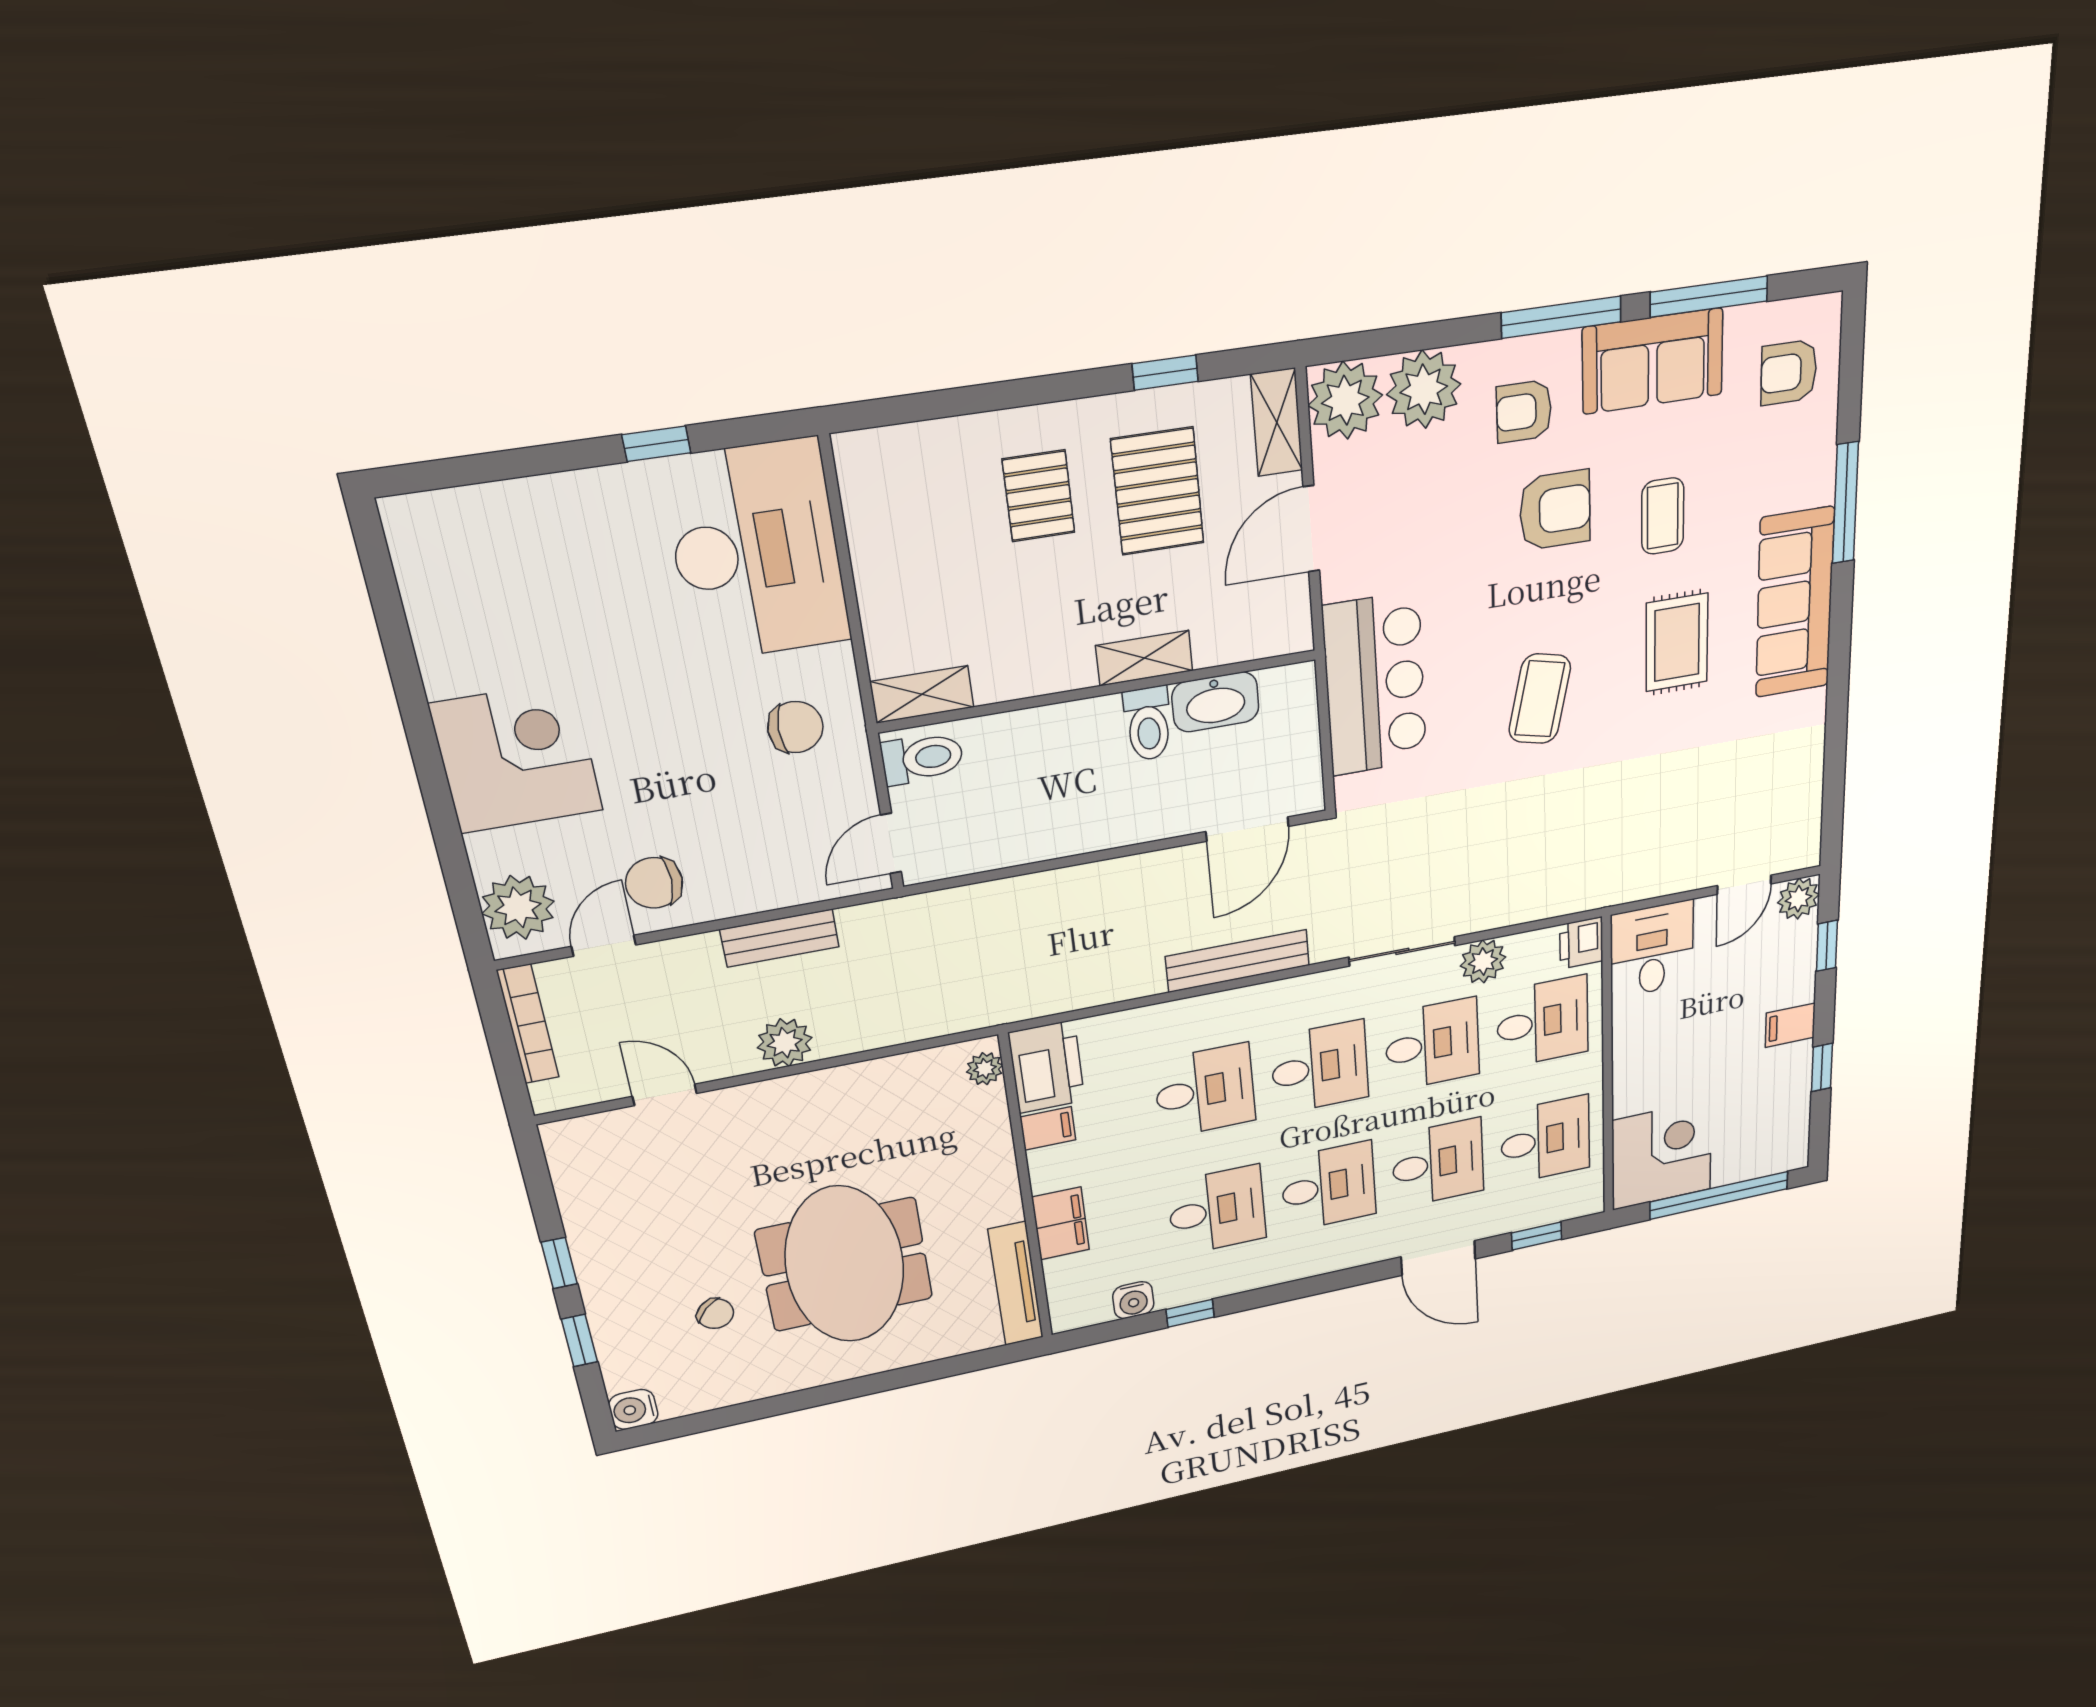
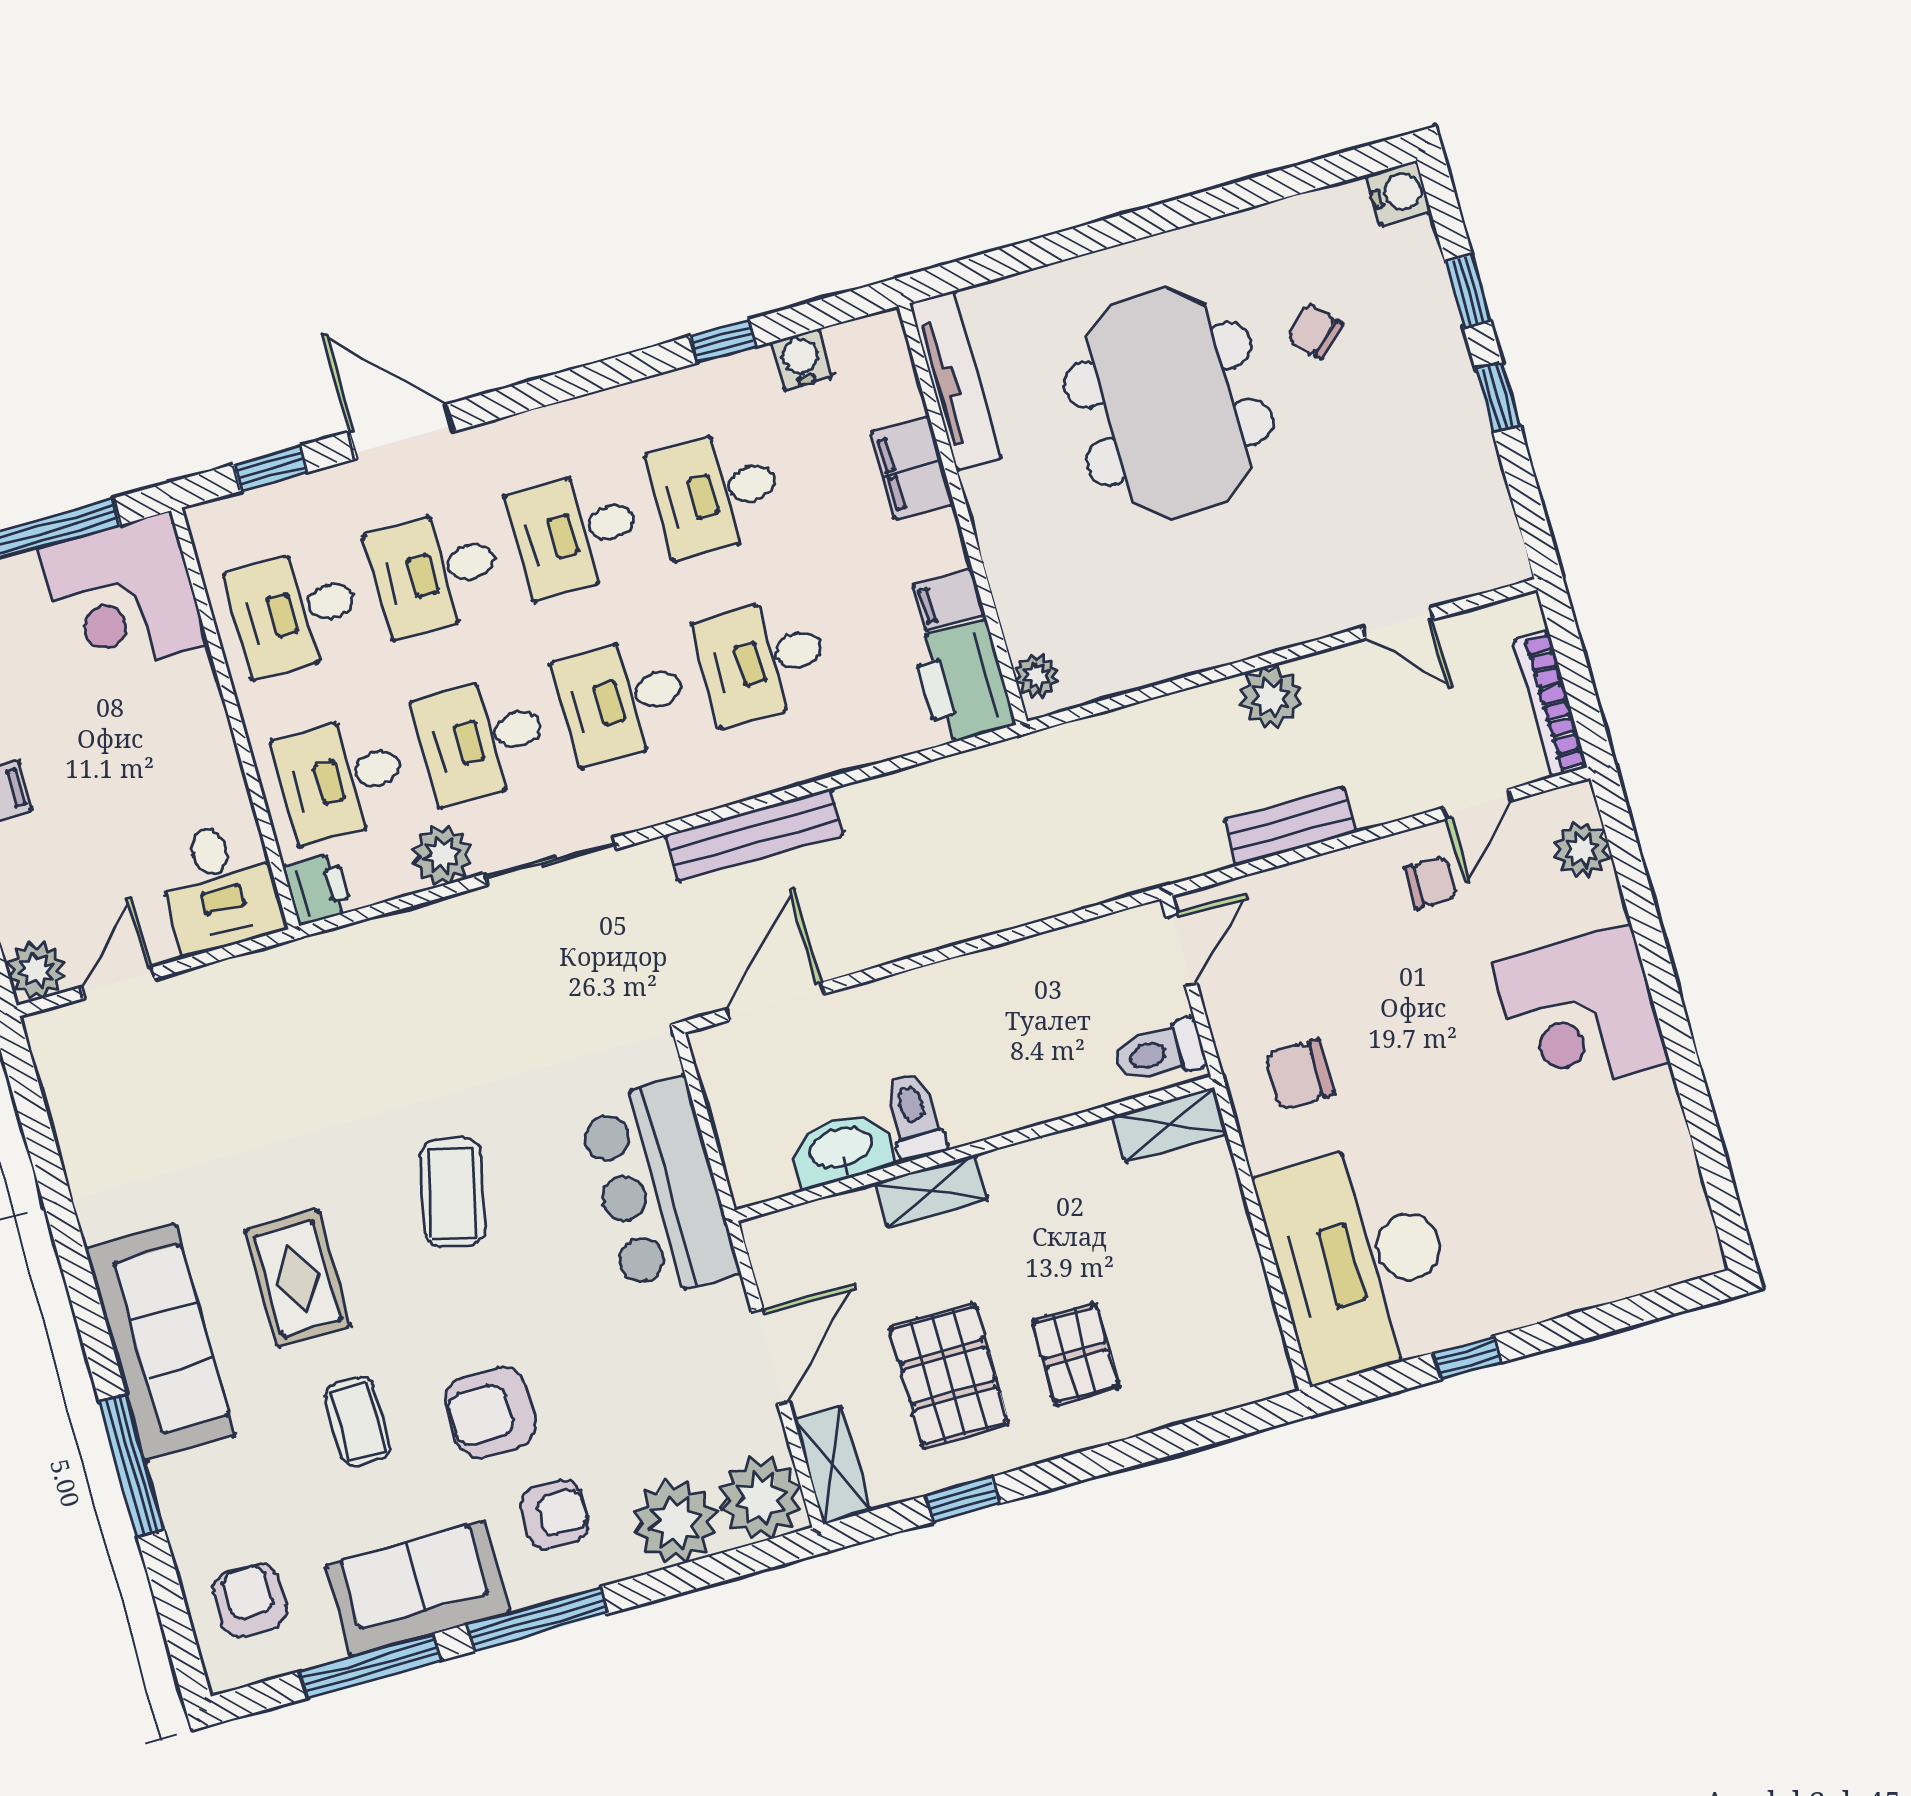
armchair: (1789, 372) -> (250, 1600), turned -90
chair: (654, 883) -> (1431, 882), width x0.73, depth x0.73
plant: (518, 907) -> (1582, 850), width x0.73, depth x0.73

